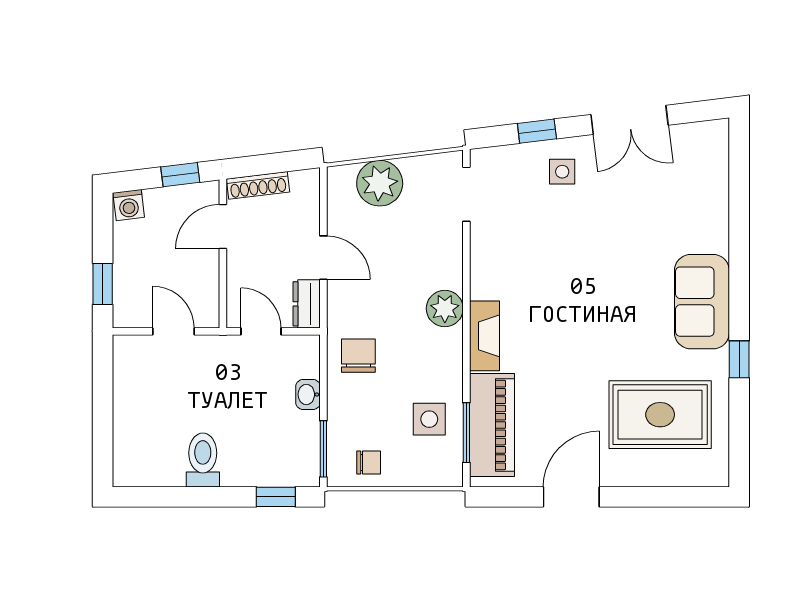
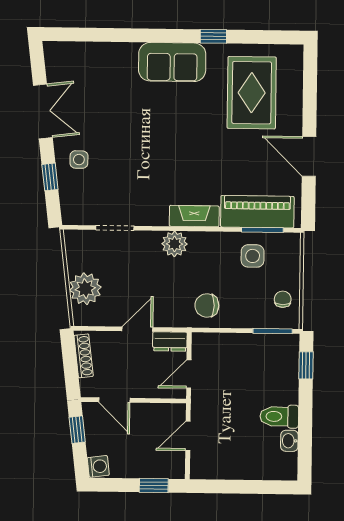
shoe rack: (258, 185) -> (84, 356), moved
doorway: (466, 194) -> (115, 228), moved
washbasin: (308, 394) -> (289, 441), moved, turned 90

